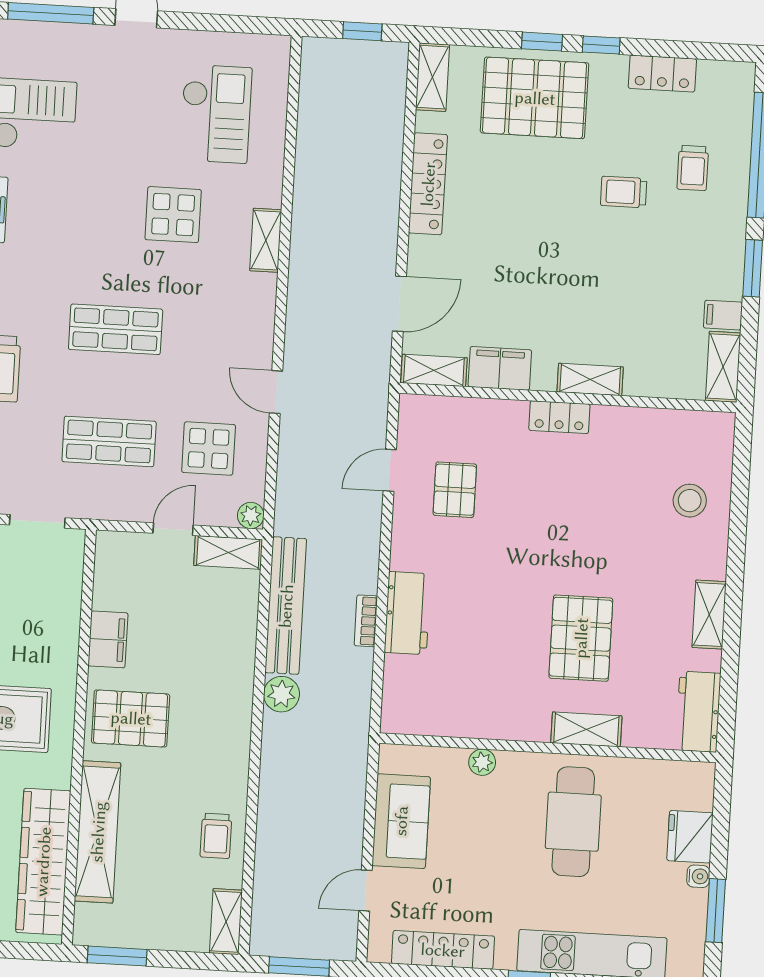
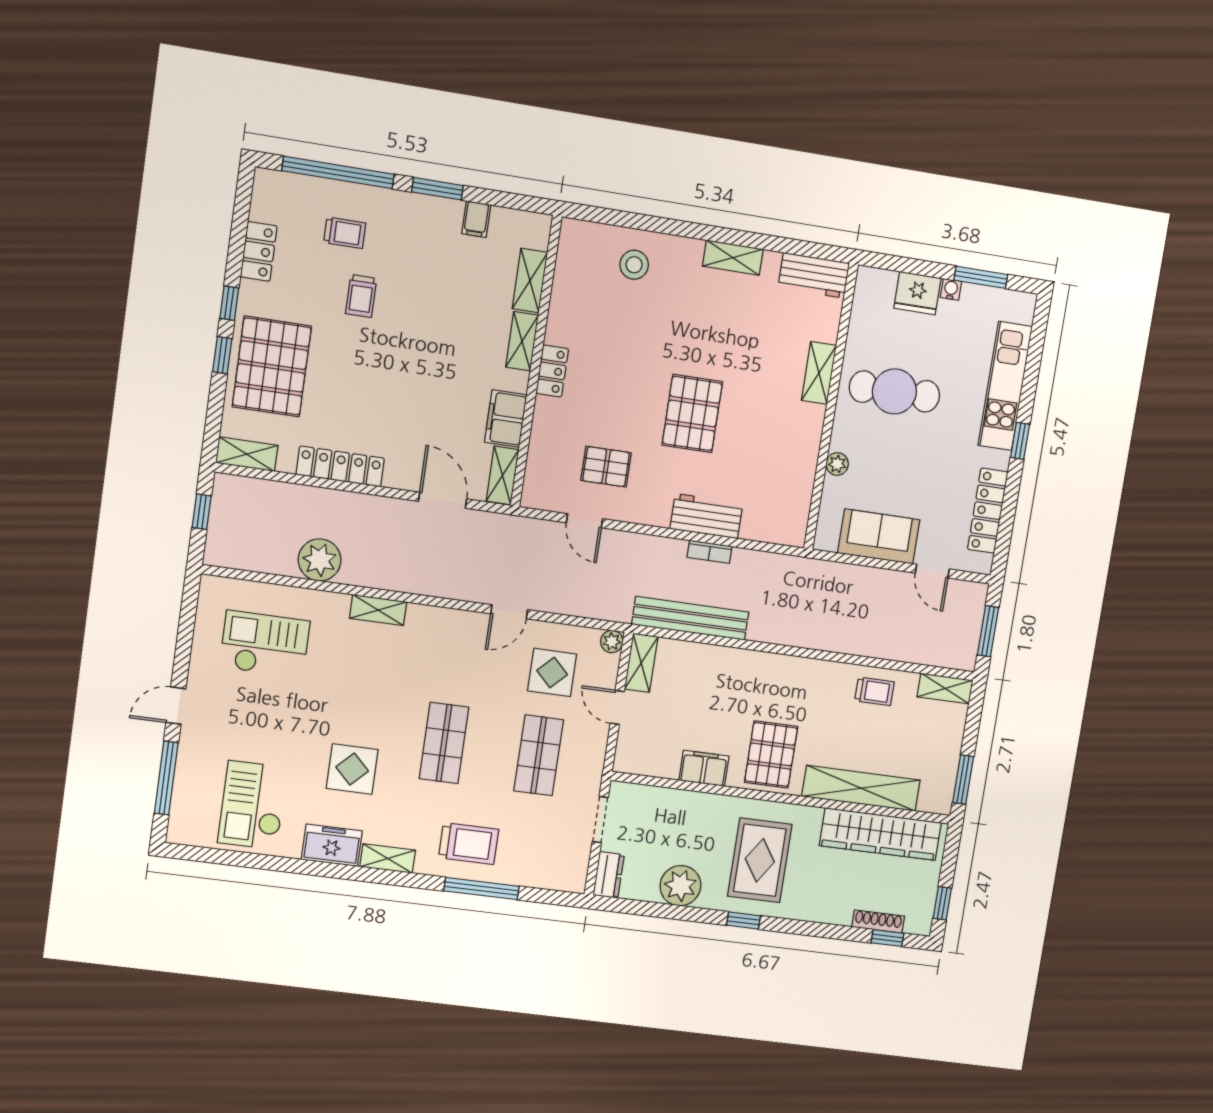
display table: (173, 215) -> (352, 769), moved
shelving: (723, 367) -> (530, 281), moved, turned 90
pallet: (581, 638) -> (692, 413), moved, turned 90
plant: (281, 694) -> (320, 560), moved, width x1.36, depth x1.36

